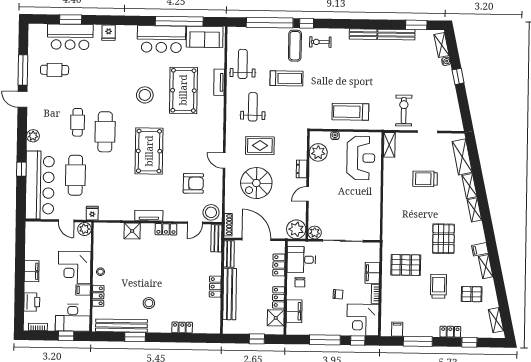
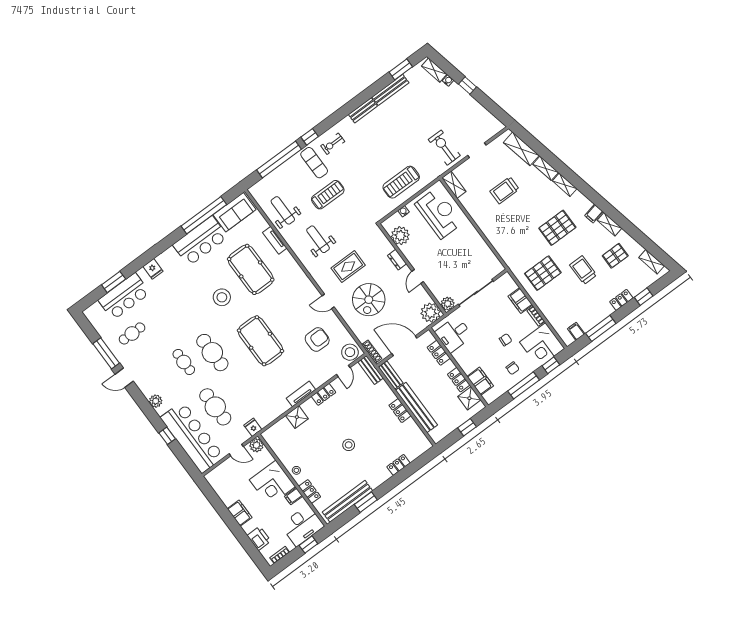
pallet: (443, 239) -> (557, 228), turned 90
chair: (300, 282) -> (513, 368), moved
stool: (149, 303) -> (349, 445), moved

